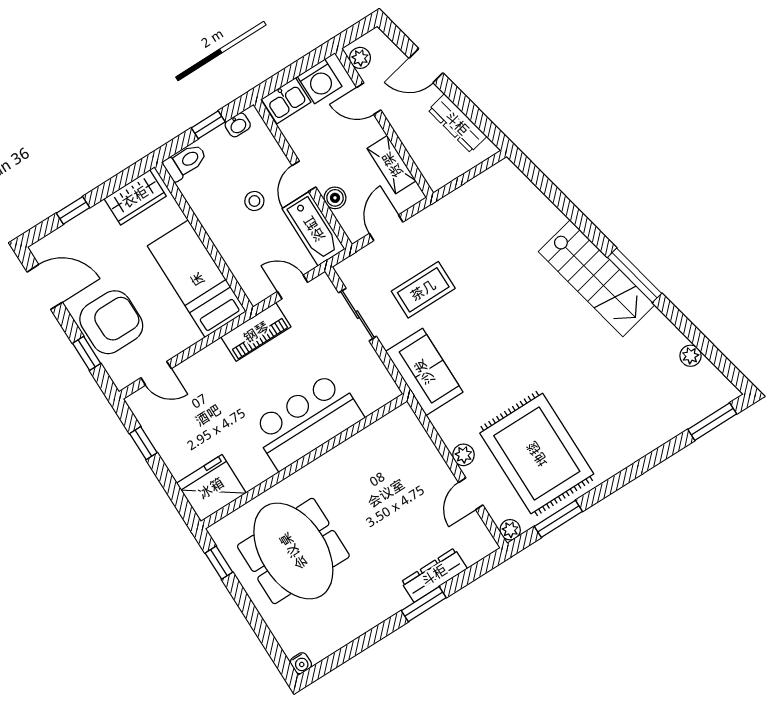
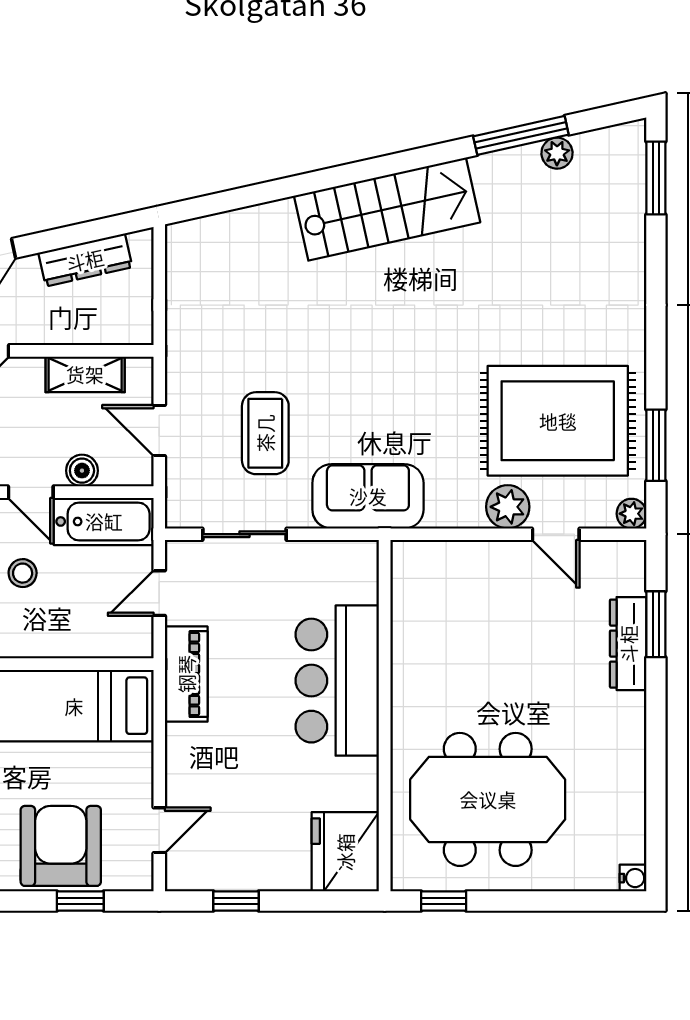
window: (635, 275) -> (521, 135), moved
plant: (463, 455) -> (508, 507), width x1.38, depth x1.38
window: (424, 604) -> (656, 624), moved

